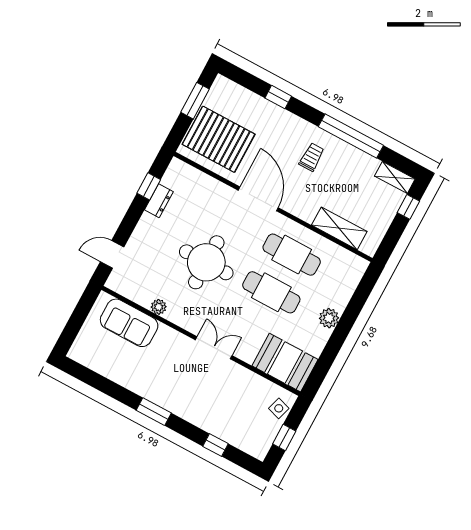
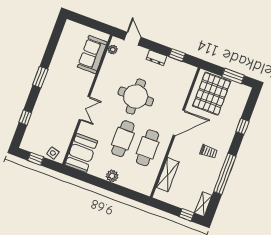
dresser: (159, 201) -> (156, 58), moved
plant: (159, 307) -> (113, 49), moved

